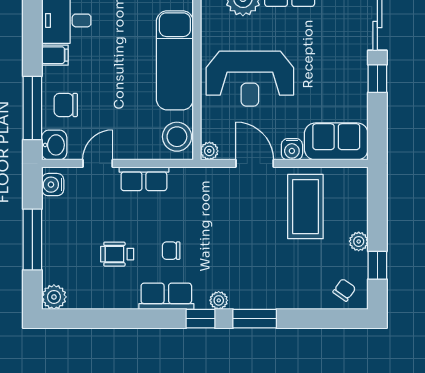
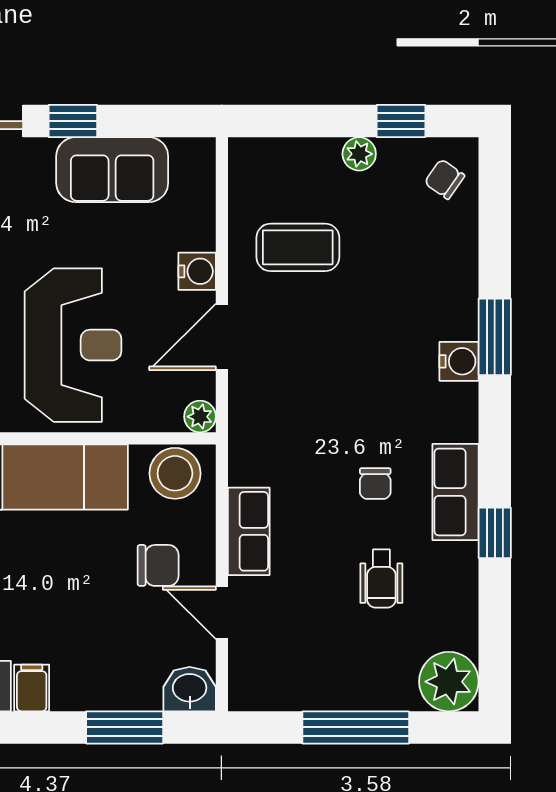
chair: (66, 105) -> (158, 565), moved, turned -90
window: (32, 108) -> (125, 727), width x0.69
sofa: (336, 141) -> (112, 170), moved, turned -90
water cooler: (53, 185) -> (459, 361), moved, turned -90
coffee table: (305, 207) -> (298, 247), width x0.73, depth x0.76
plant: (54, 297) -> (449, 682), width x1.36, depth x1.36
plant: (219, 300) -> (463, 400), removed
window: (201, 319) -> (495, 533), moved

